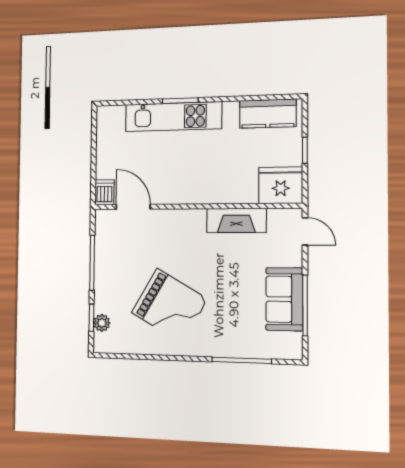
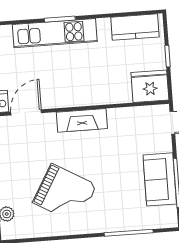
door: (133, 207) -> (26, 112), hinge flipped
fireplace: (236, 221) -> (82, 120), moved

